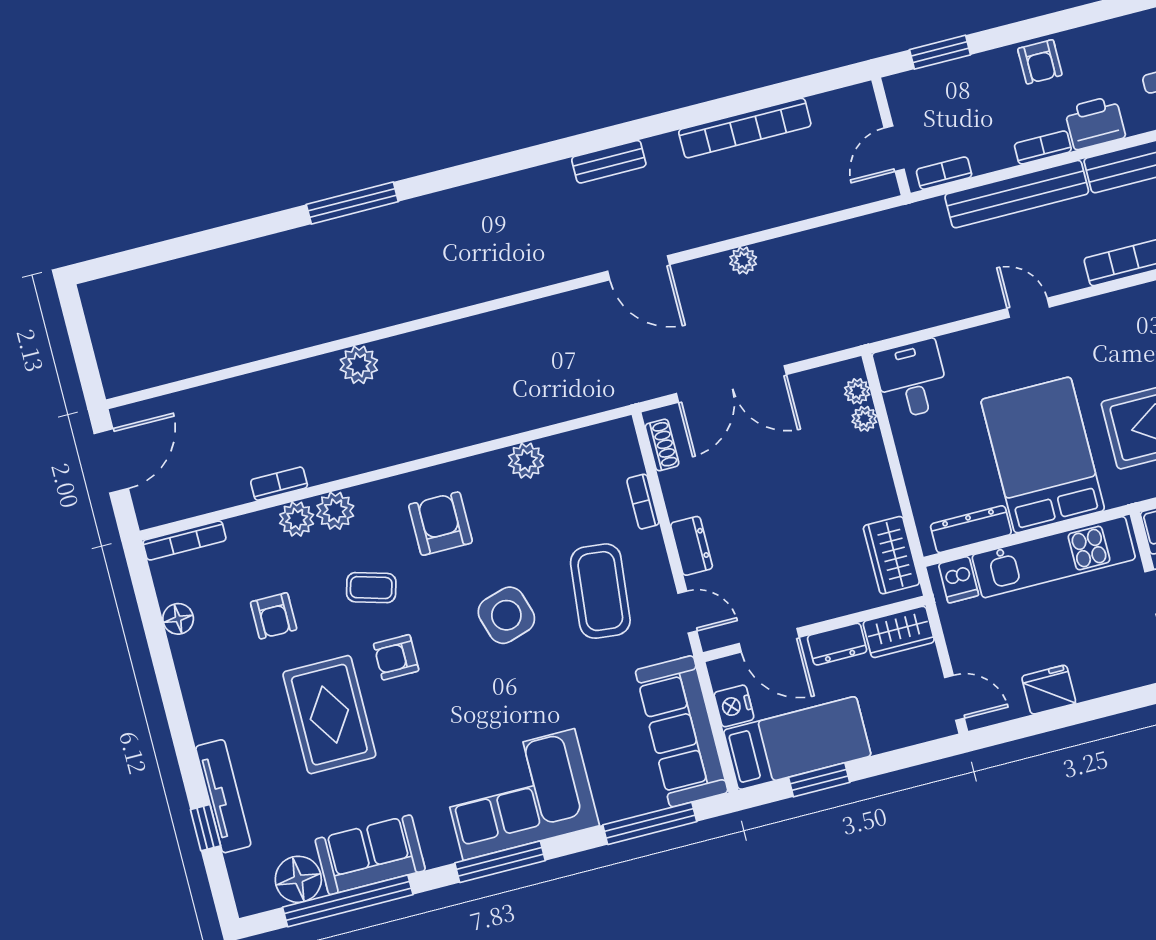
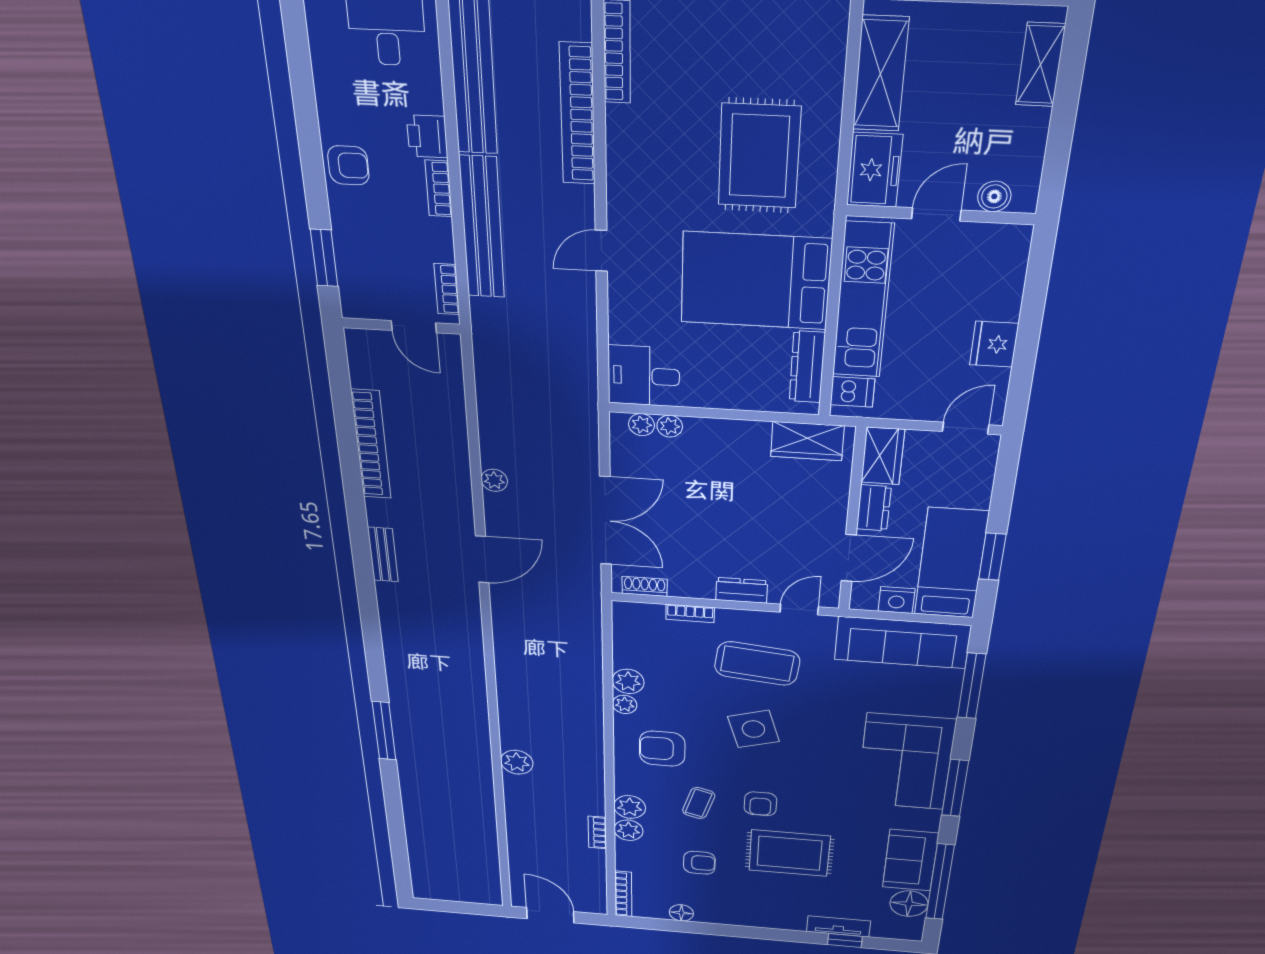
printer: (1095, 123) -> (427, 136), width x0.73, depth x0.81
plant: (491, 465) -> (625, 704), added
tv unit: (223, 796) -> (838, 926), width x0.71

